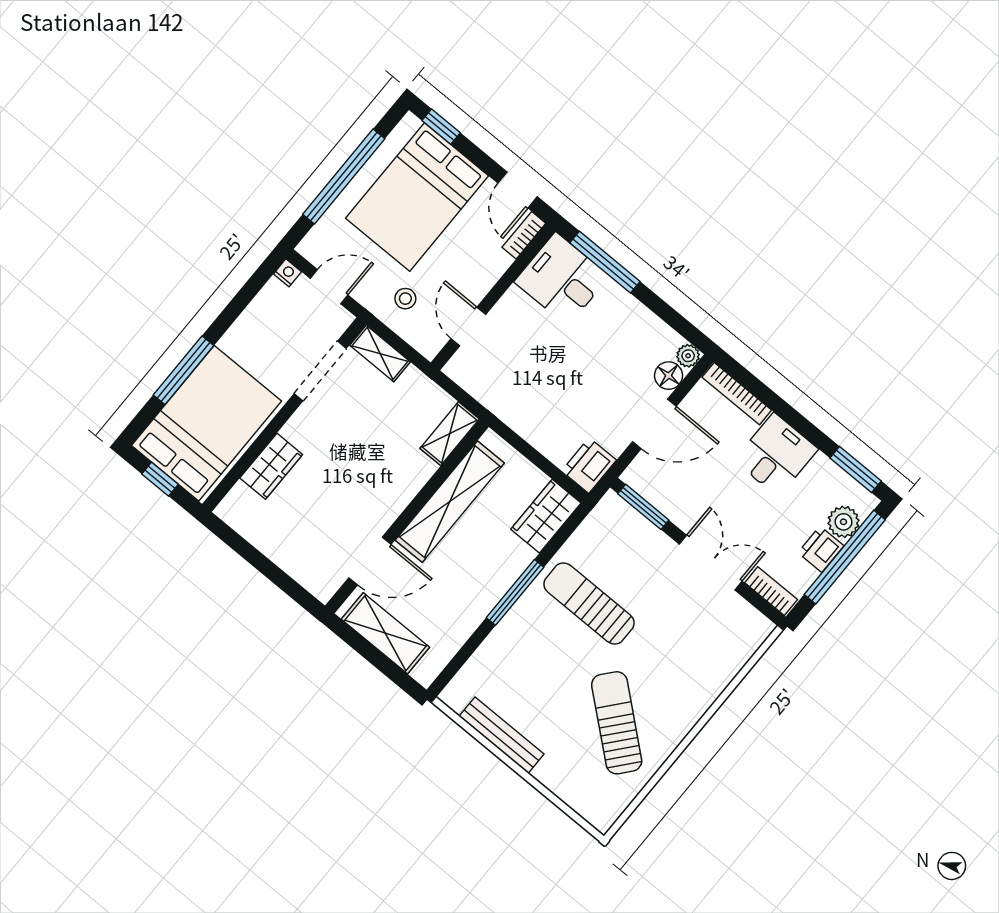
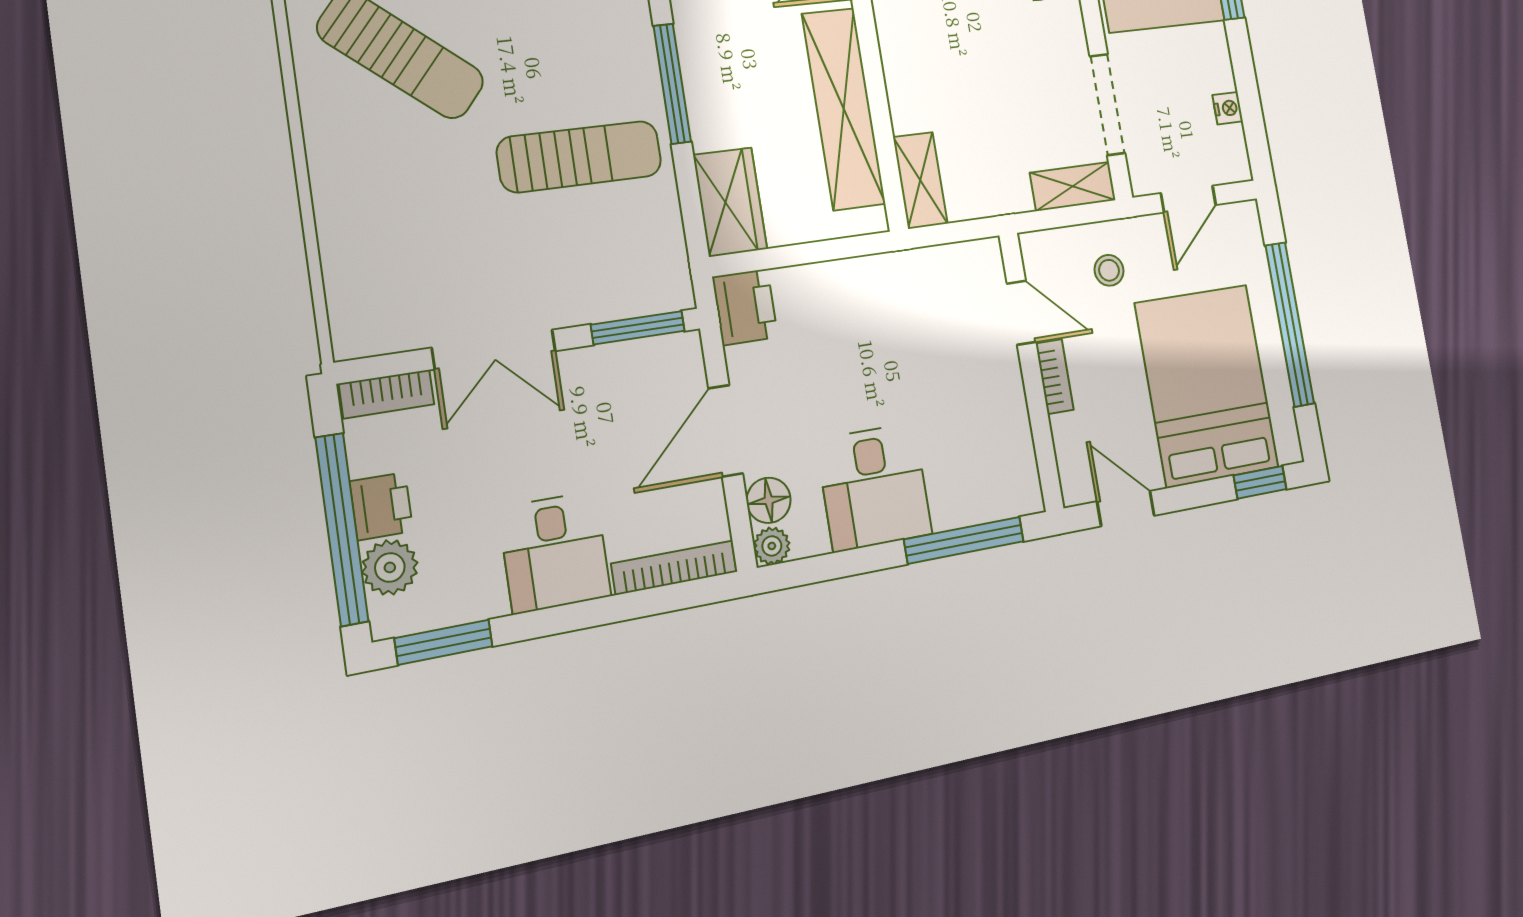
bookcase: (524, 235) -> (1055, 377), moved
nightstand: (287, 273) -> (1228, 108), moved, turned -90
desk: (562, 279) -> (874, 487), moved, turned 90

